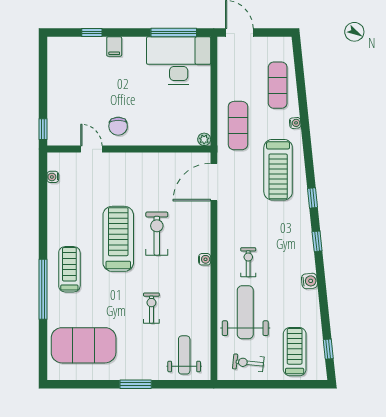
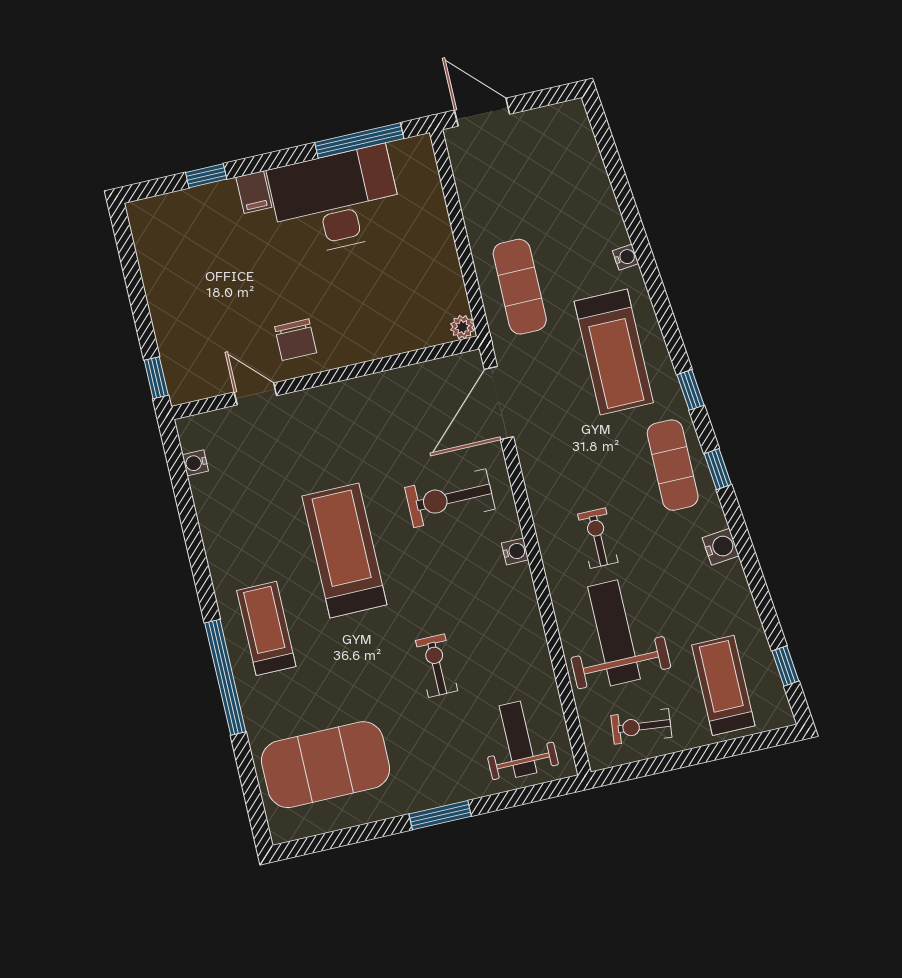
desk: (179, 61) -> (336, 201), moved
exercise mat: (278, 85) -> (673, 465), moved
exercise bike: (157, 234) -> (450, 498), moved, turned -90

